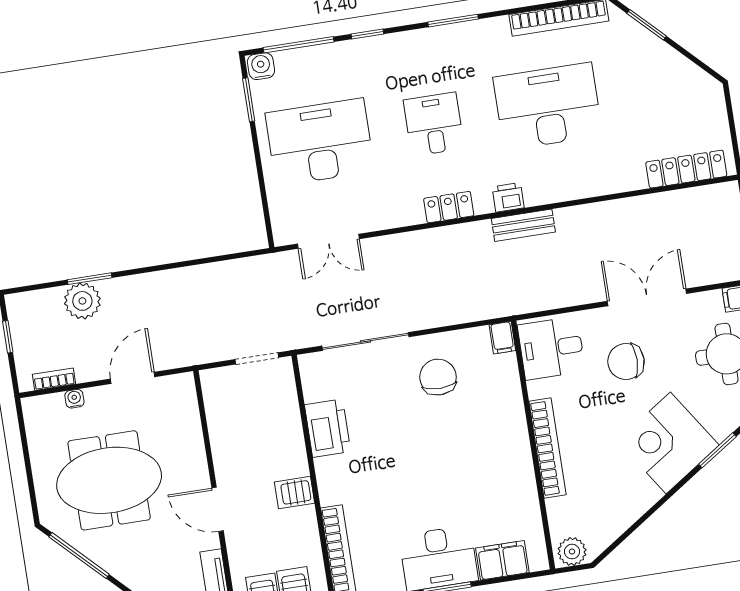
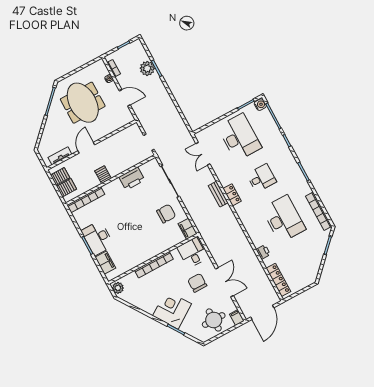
printer: (508, 197) -> (263, 252), moved
bench: (523, 225) -> (218, 194), moved
filing cabinet: (502, 338) -> (188, 229), width x2.00

